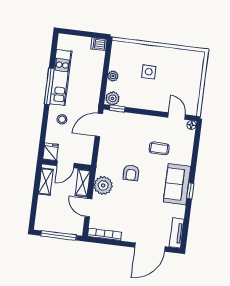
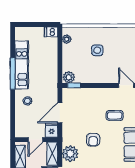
plant: (113, 76) -> (67, 39), moved
door: (99, 125) -> (60, 113), moved
fridge: (51, 152) -> (52, 130), moved

